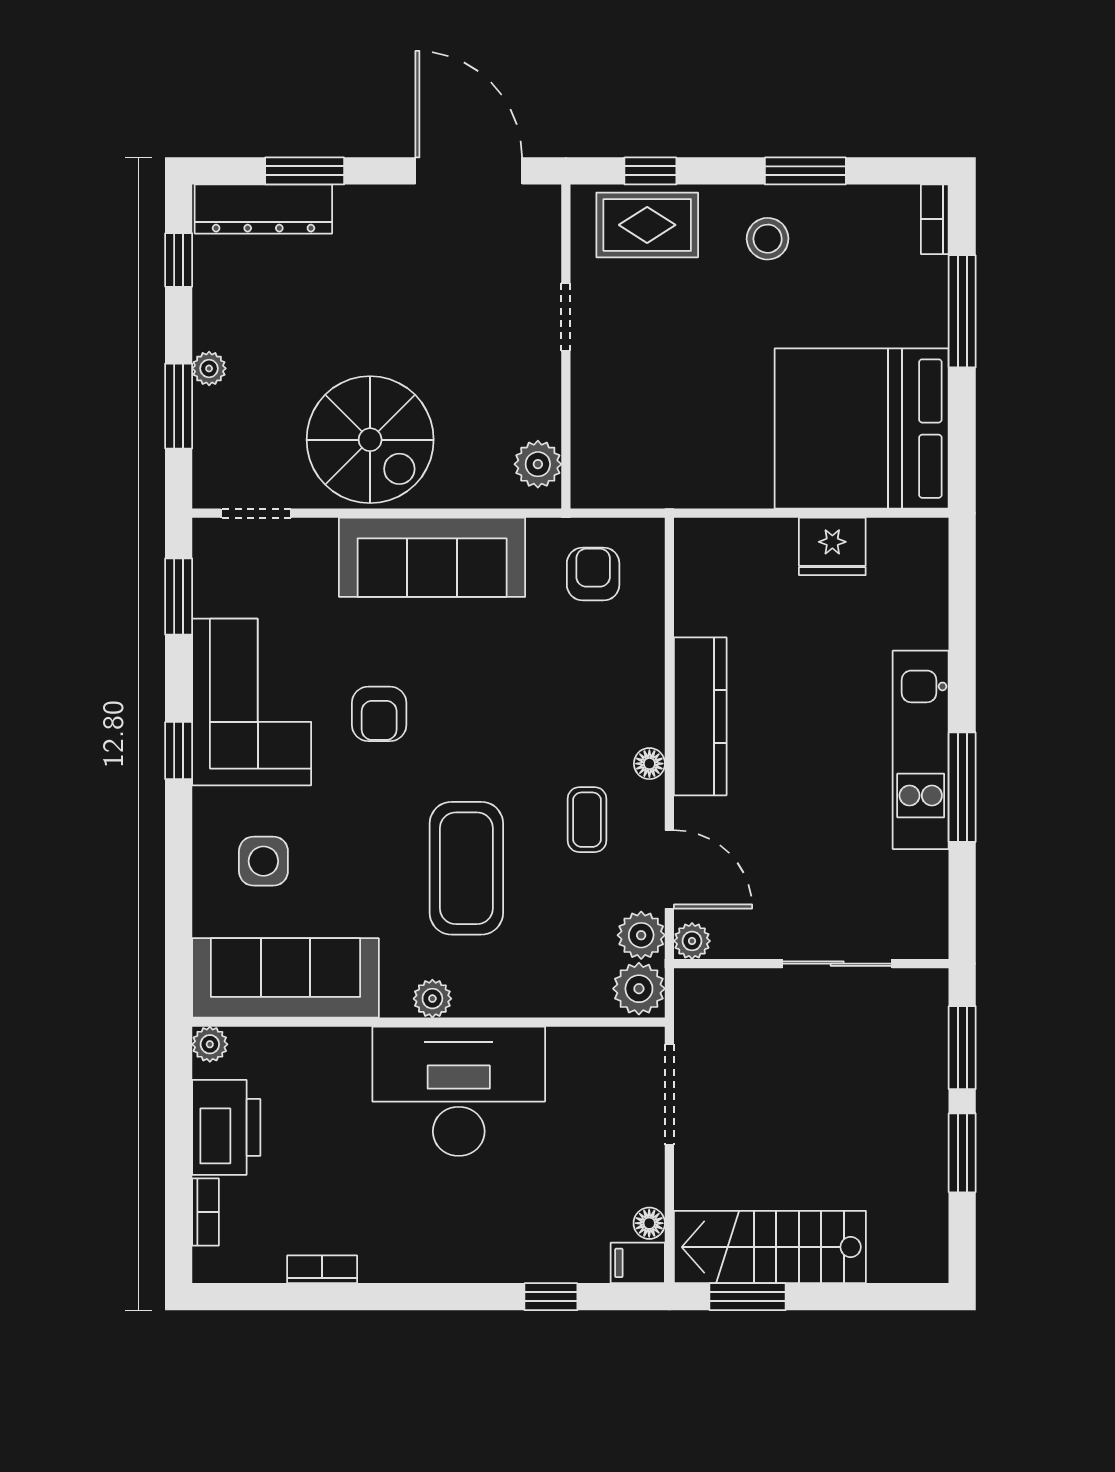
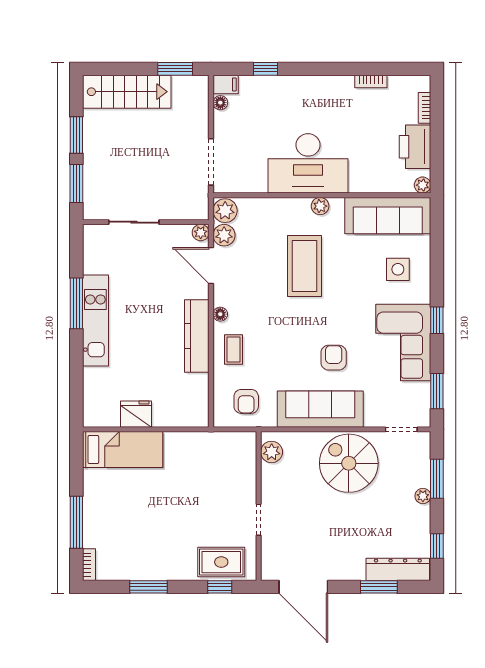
stool: (768, 239) -> (166, 556), removed
bed: (862, 429) -> (123, 450), width x0.49
armchair: (379, 714) -> (334, 358), moved
coffee table: (587, 820) -> (234, 350), moved
stairs: (770, 1247) -> (127, 92), moved

